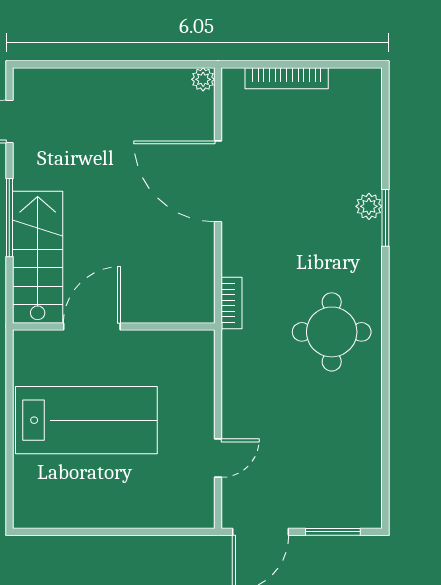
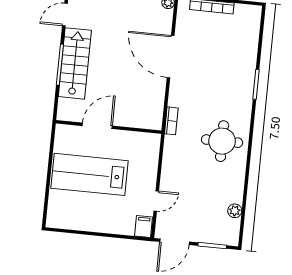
plant: (369, 206) -> (235, 211), moved
stairs: (38, 257) -> (75, 63), moved
lab bench: (86, 420) -> (90, 174), turned 180
filing cabinet: (199, 509) -> (143, 226), added

